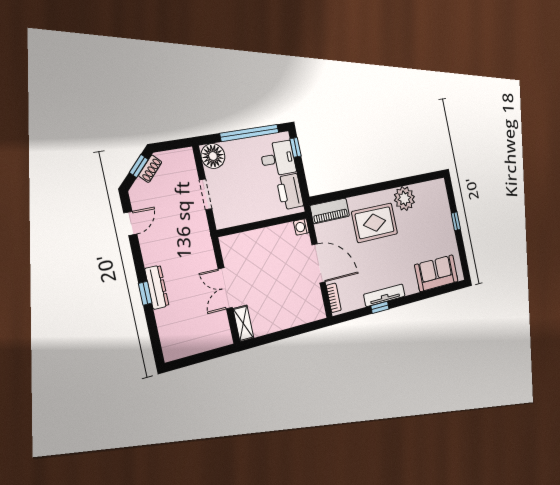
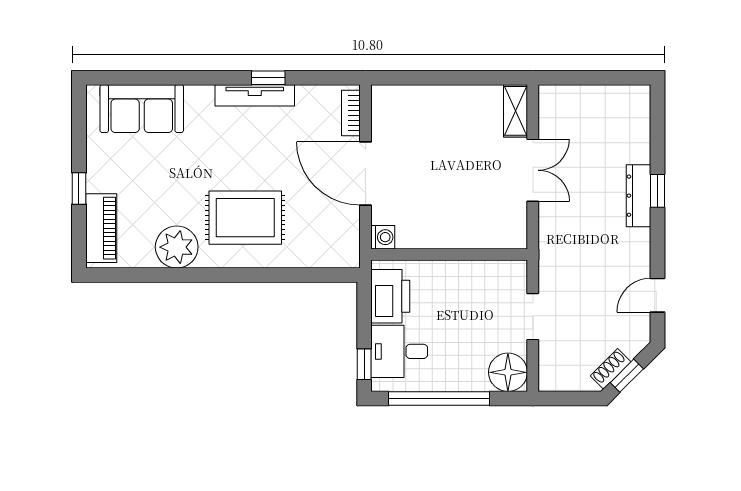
piano: (330, 211) -> (101, 228), moved, turned 90

